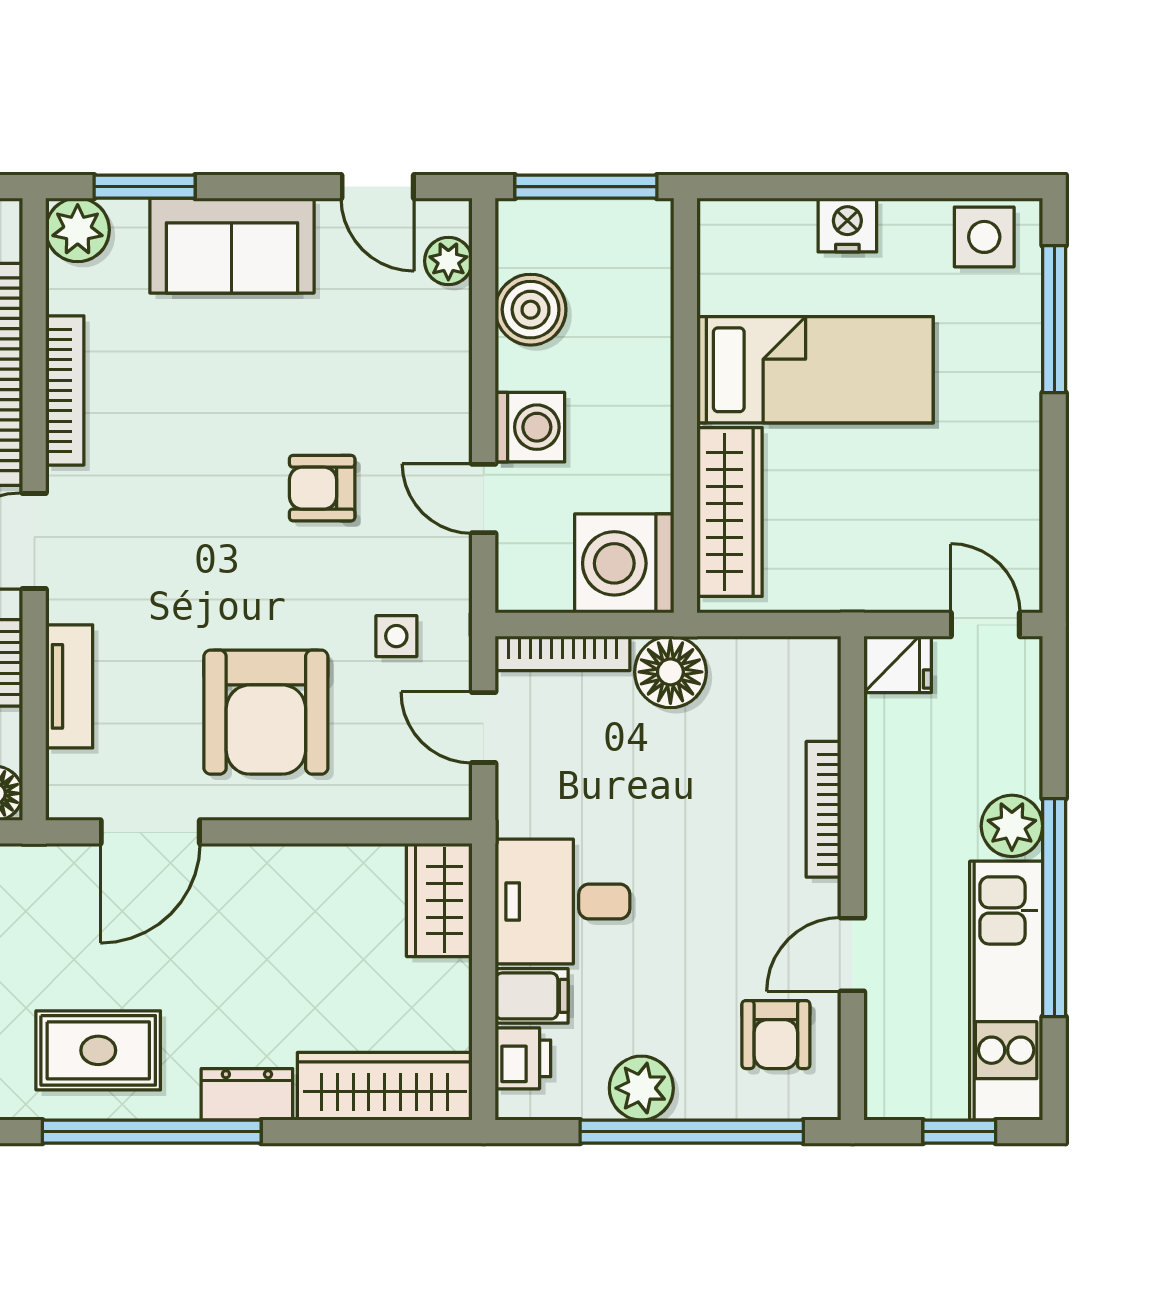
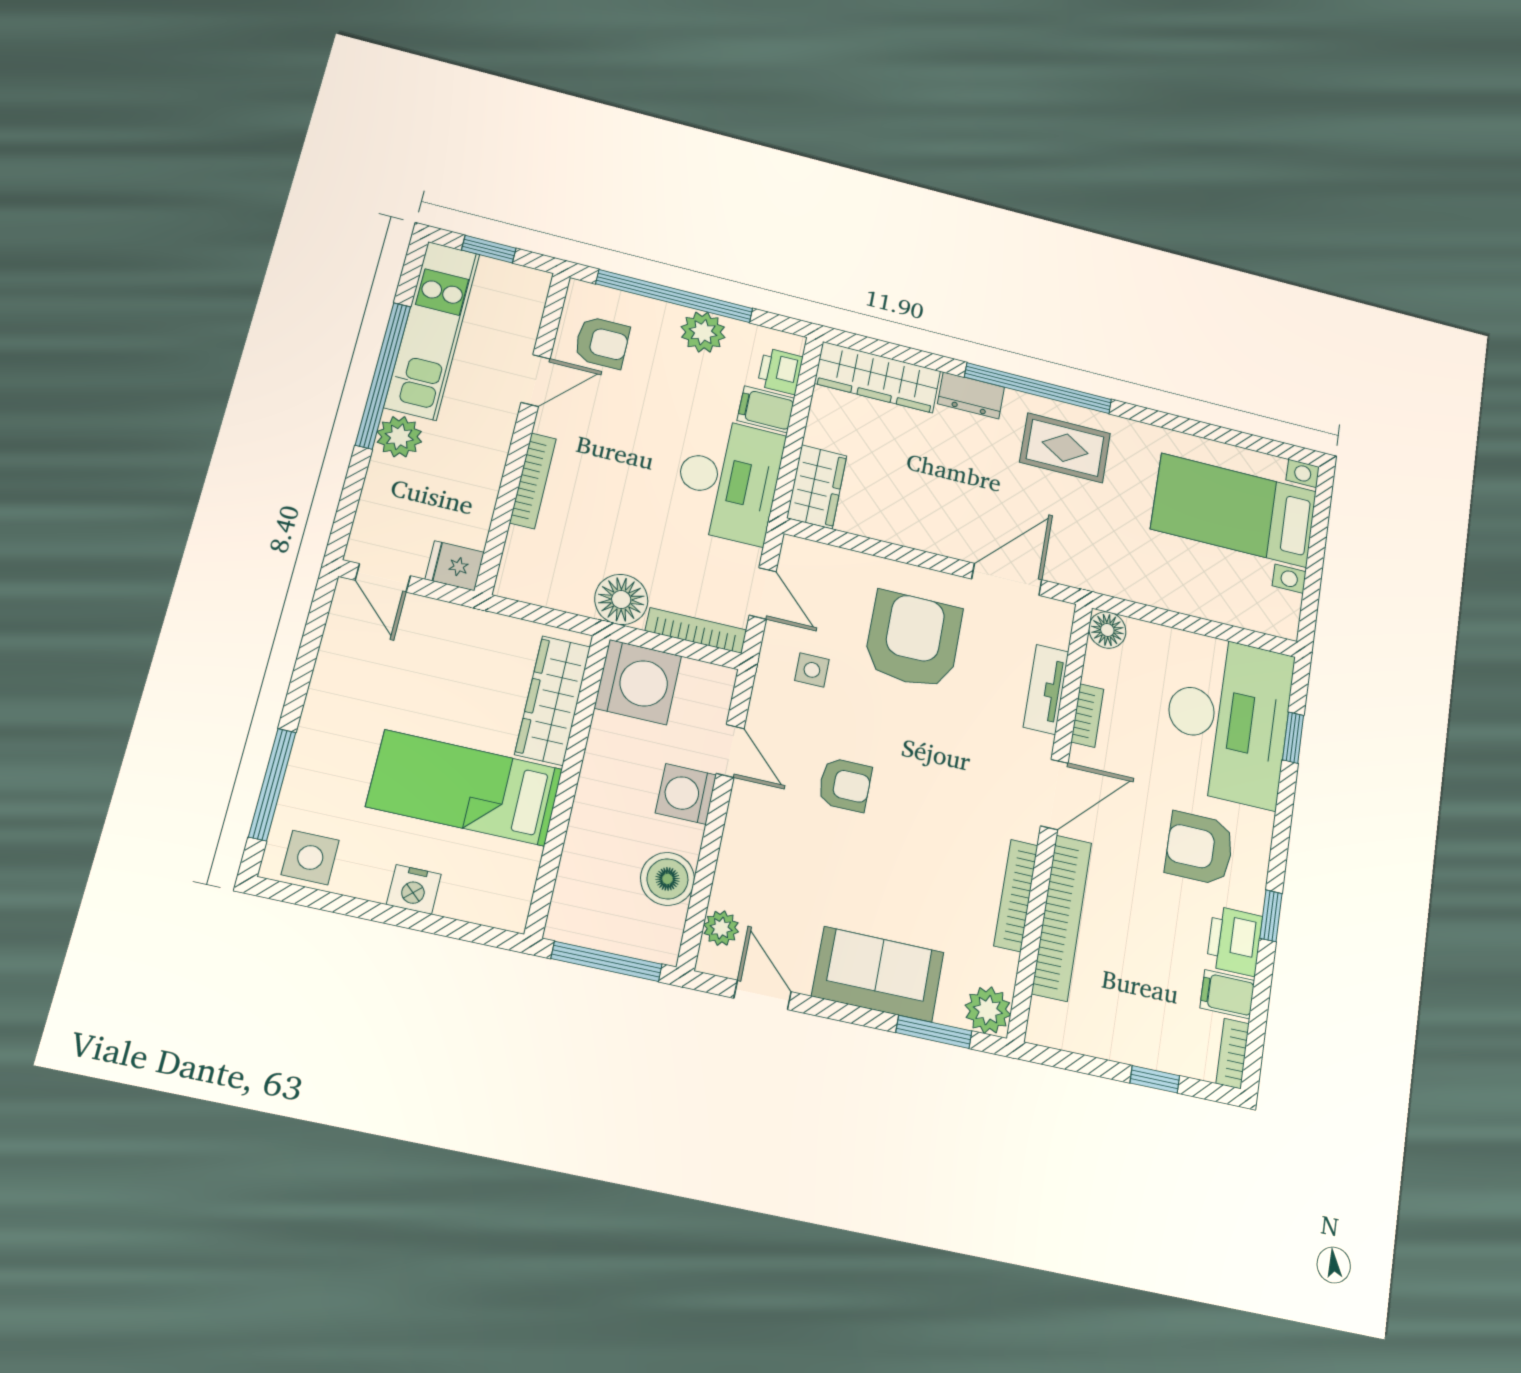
desk: (563, 902) -> (728, 480), width x1.37
armchair: (776, 1035) -> (602, 343), turned 90

